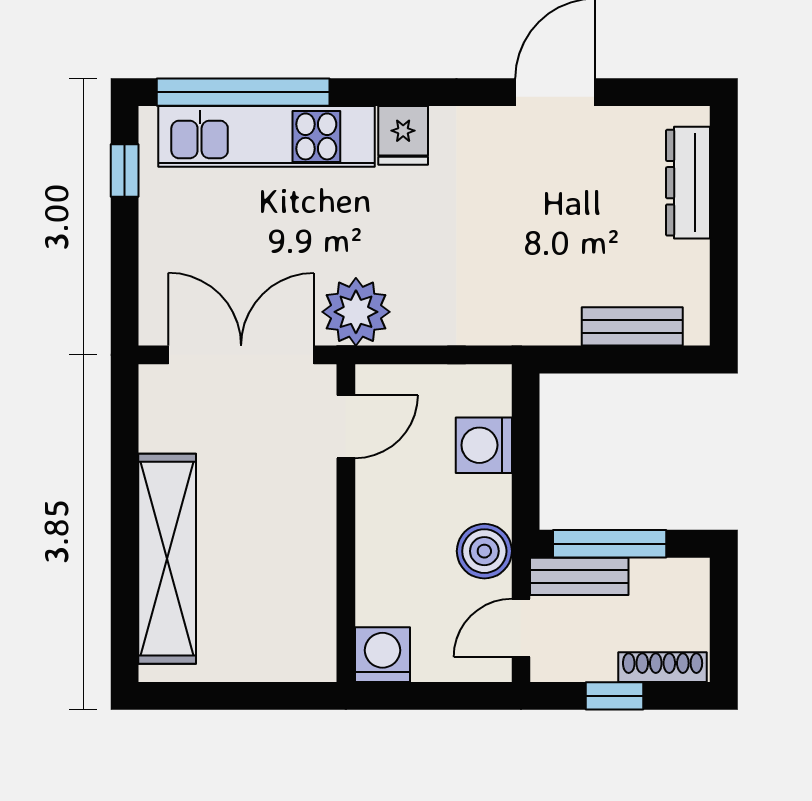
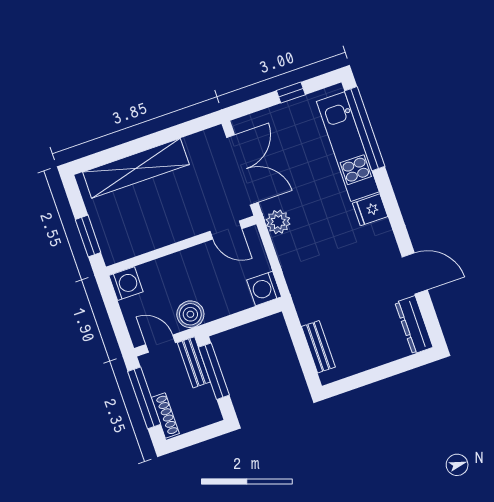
window: (125, 171) -> (291, 93), moved
dresser: (688, 183) -> (414, 325), moved, turned -90
plant: (356, 312) -> (278, 222), width x0.73, depth x0.73
washing machine: (484, 445) -> (264, 288), moved, turned -90
window: (266, 696) -> (88, 236), added
window: (614, 696) -> (144, 398), width x2.17

